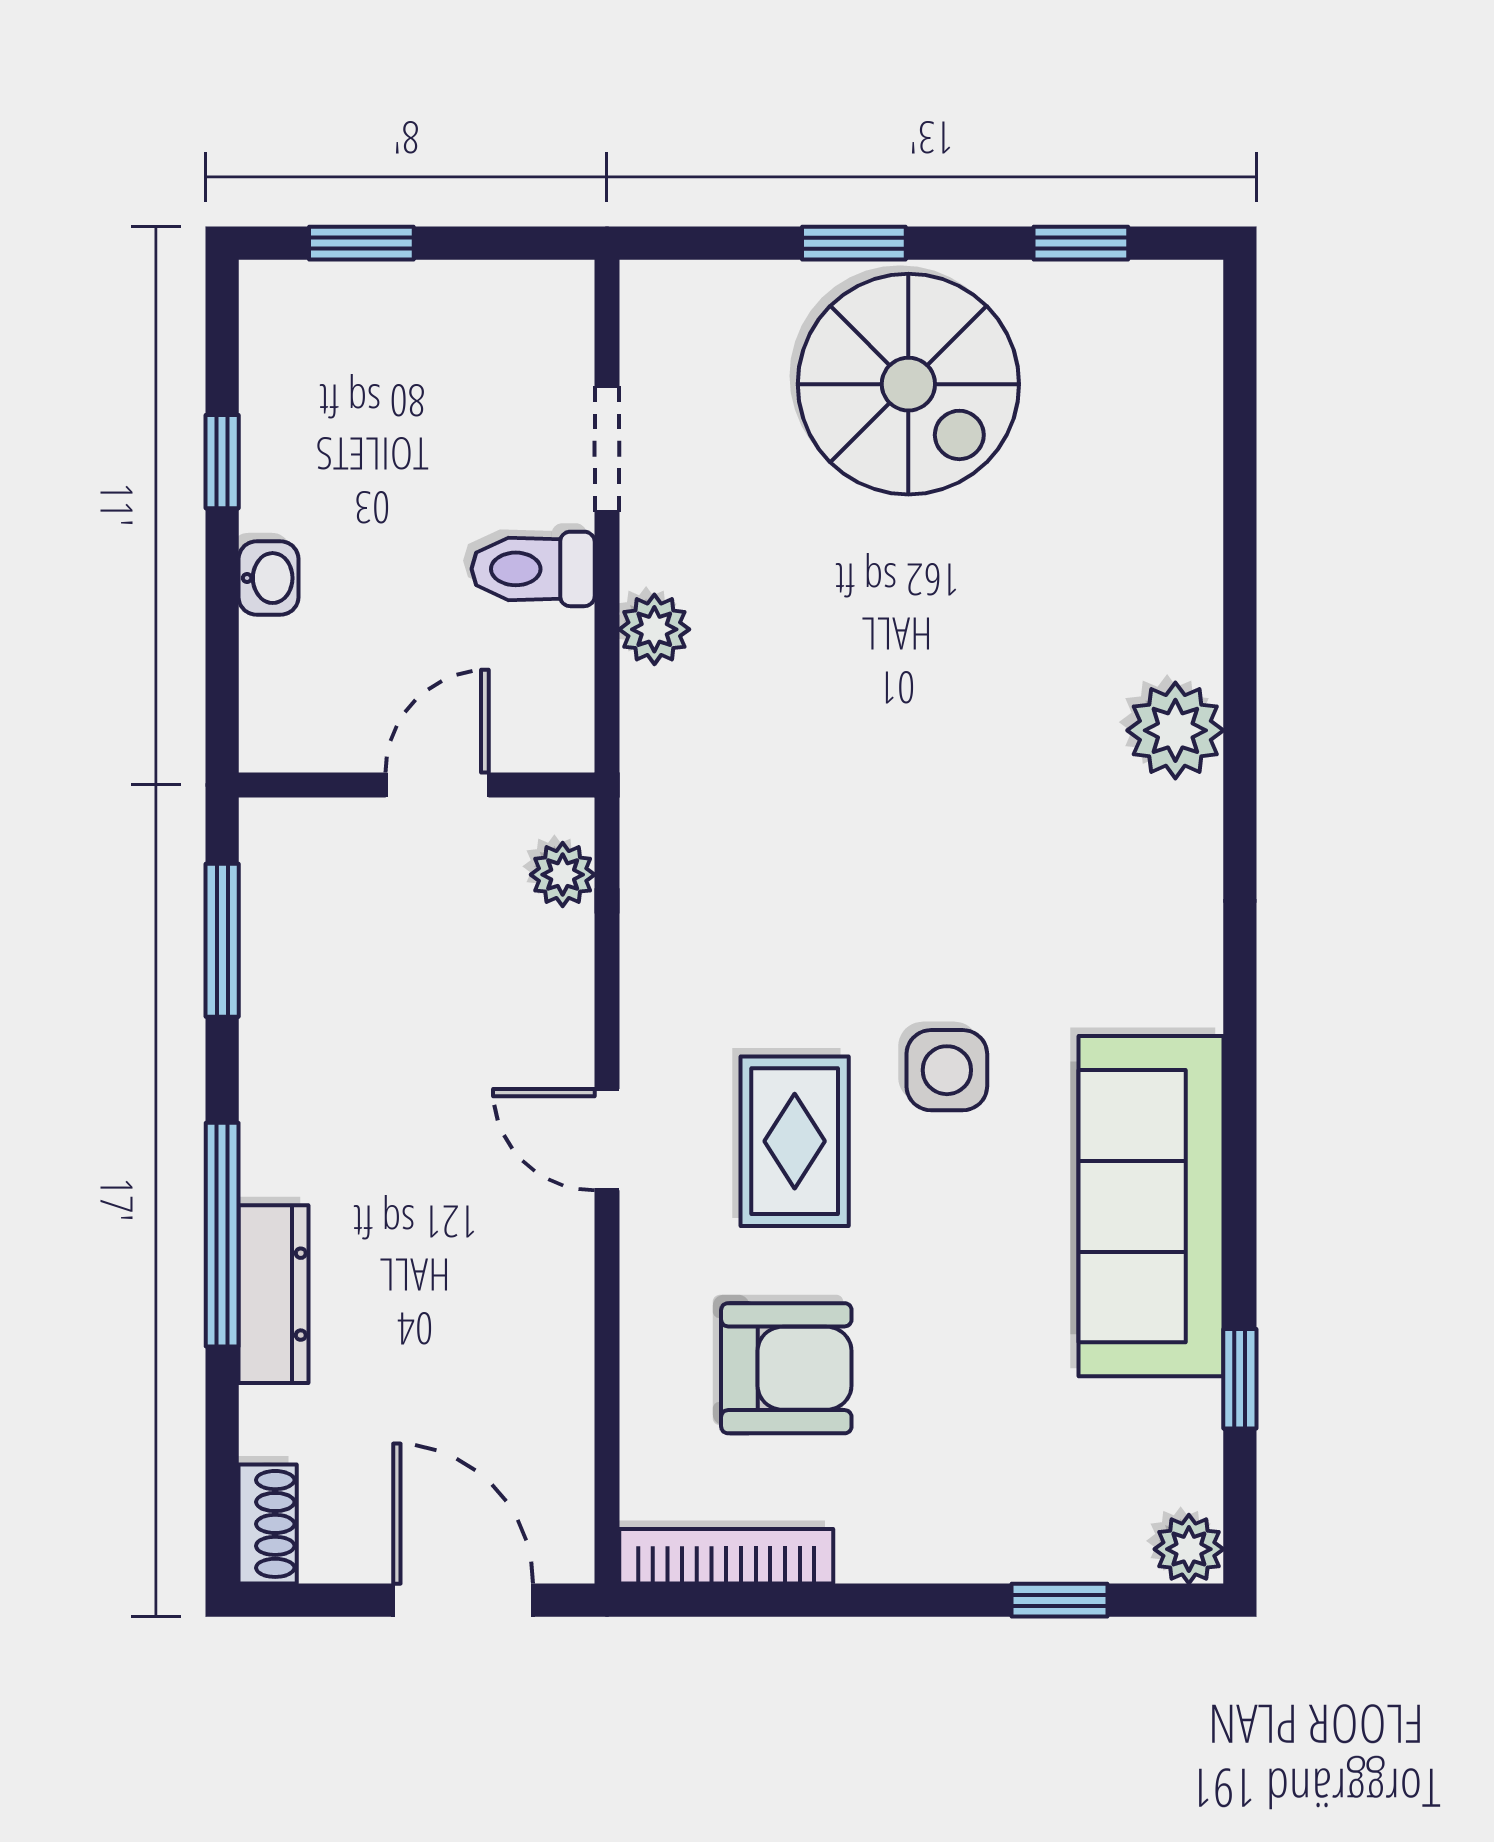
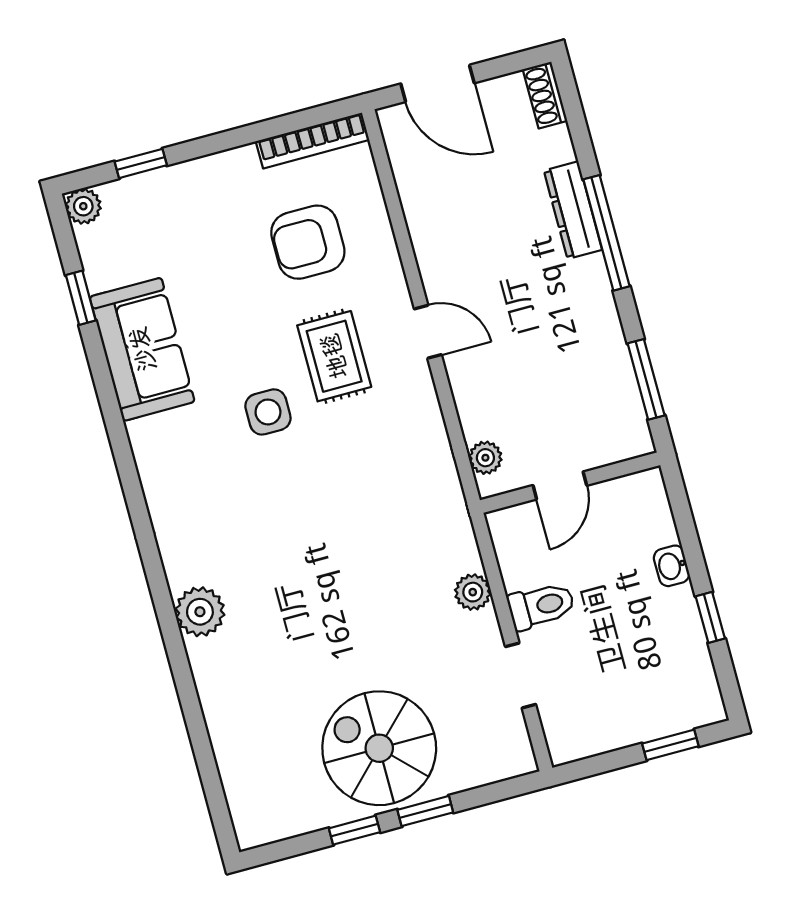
window: (1081, 243) -> (354, 830), moved
sofa: (1151, 1206) -> (142, 349), width x0.73

